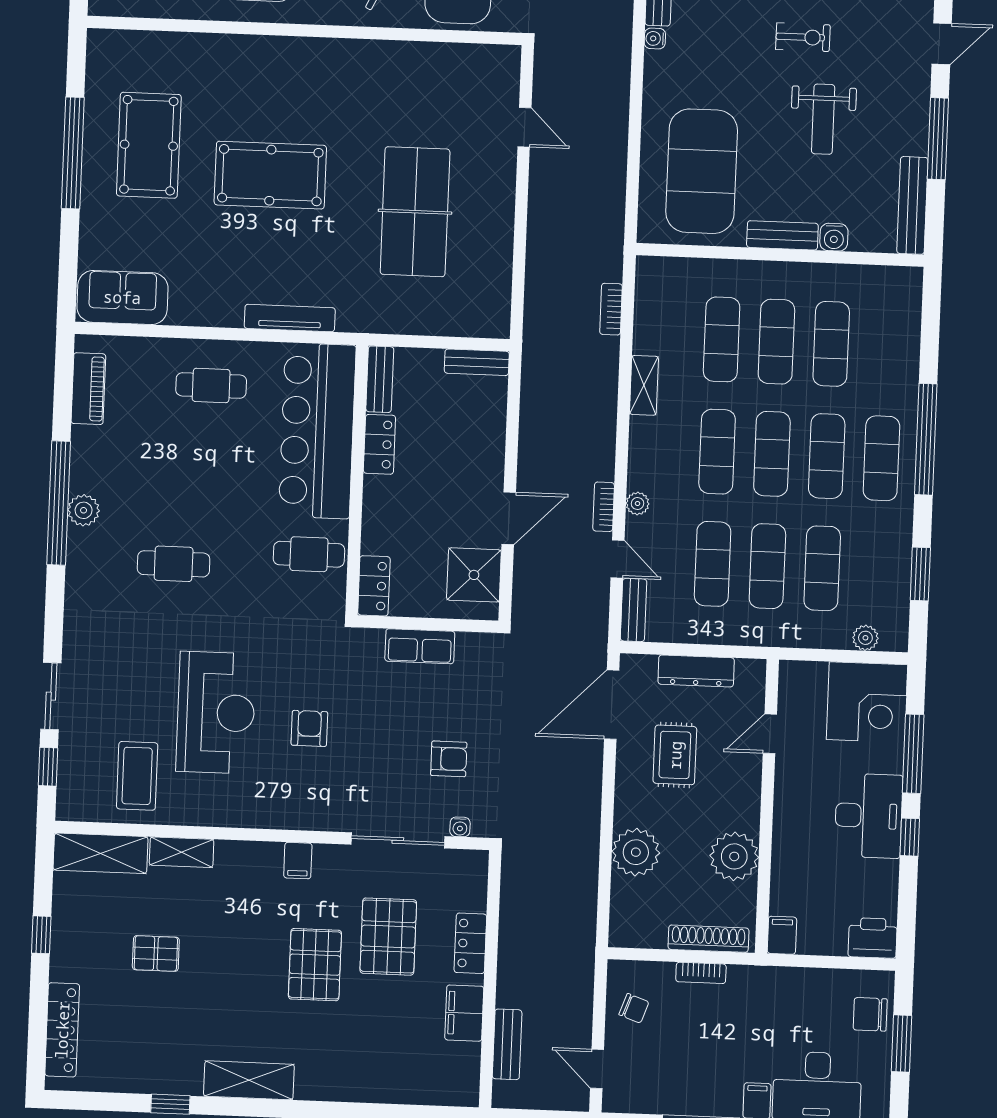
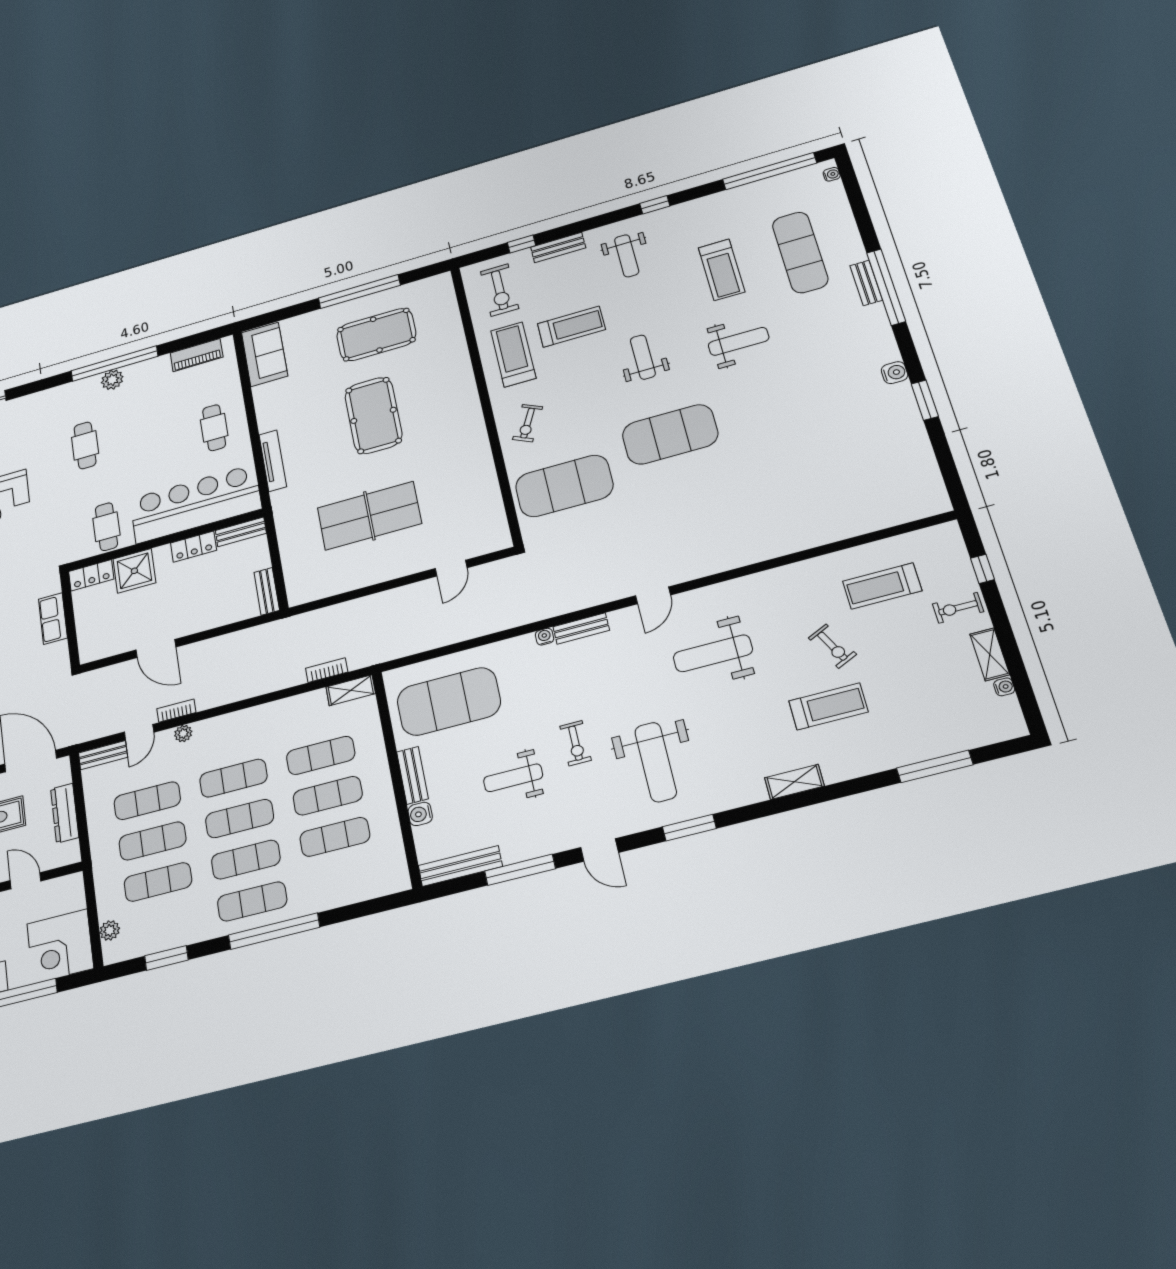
shelving: (644, 385) -> (351, 690), moved
shower: (474, 575) -> (134, 571), moved

